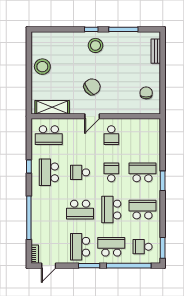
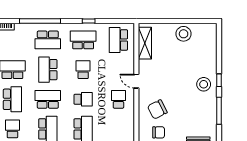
chair: (92, 87) -> (157, 109), moved, turned 102
school desk: (111, 135) -> (118, 99), turned 90
school desk: (49, 210) -> (48, 40), added

